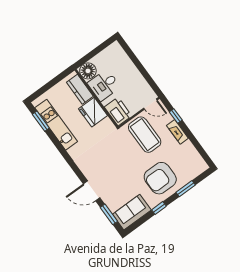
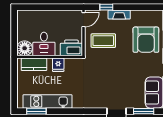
fridge: (93, 112) -> (58, 65), width x0.53, depth x0.75
coffee table: (145, 135) -> (103, 41), width x0.73, depth x0.76
armchair: (160, 178) -> (146, 40), moved

